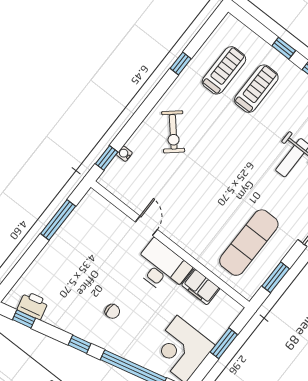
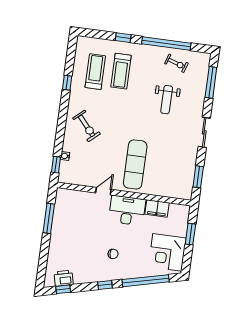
treadmill: (256, 89) -> (121, 71), turned 180
door: (146, 226) -> (103, 191), hinge flipped
exercise mat: (249, 243) -> (135, 164), moved

